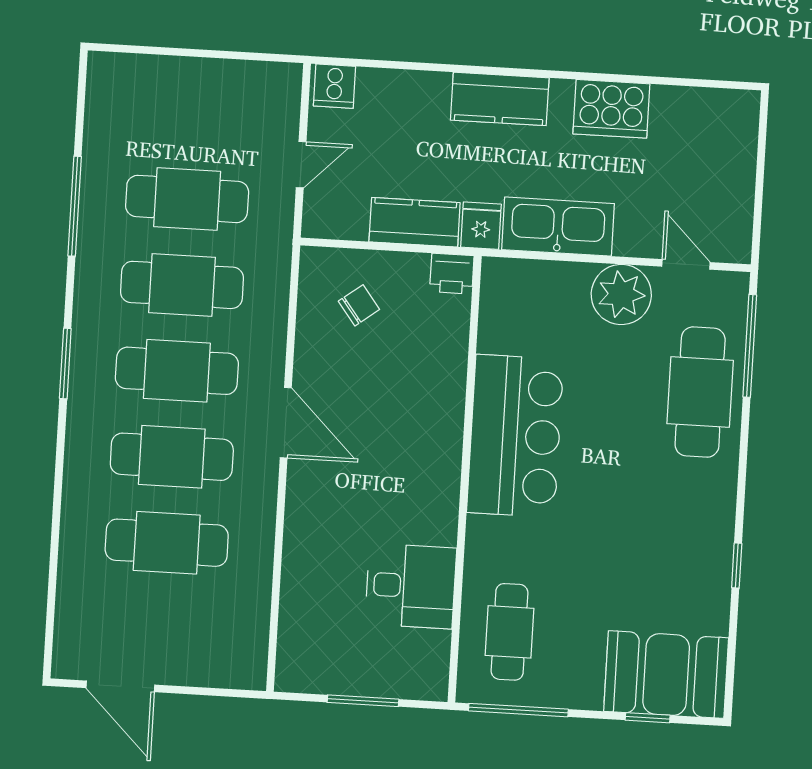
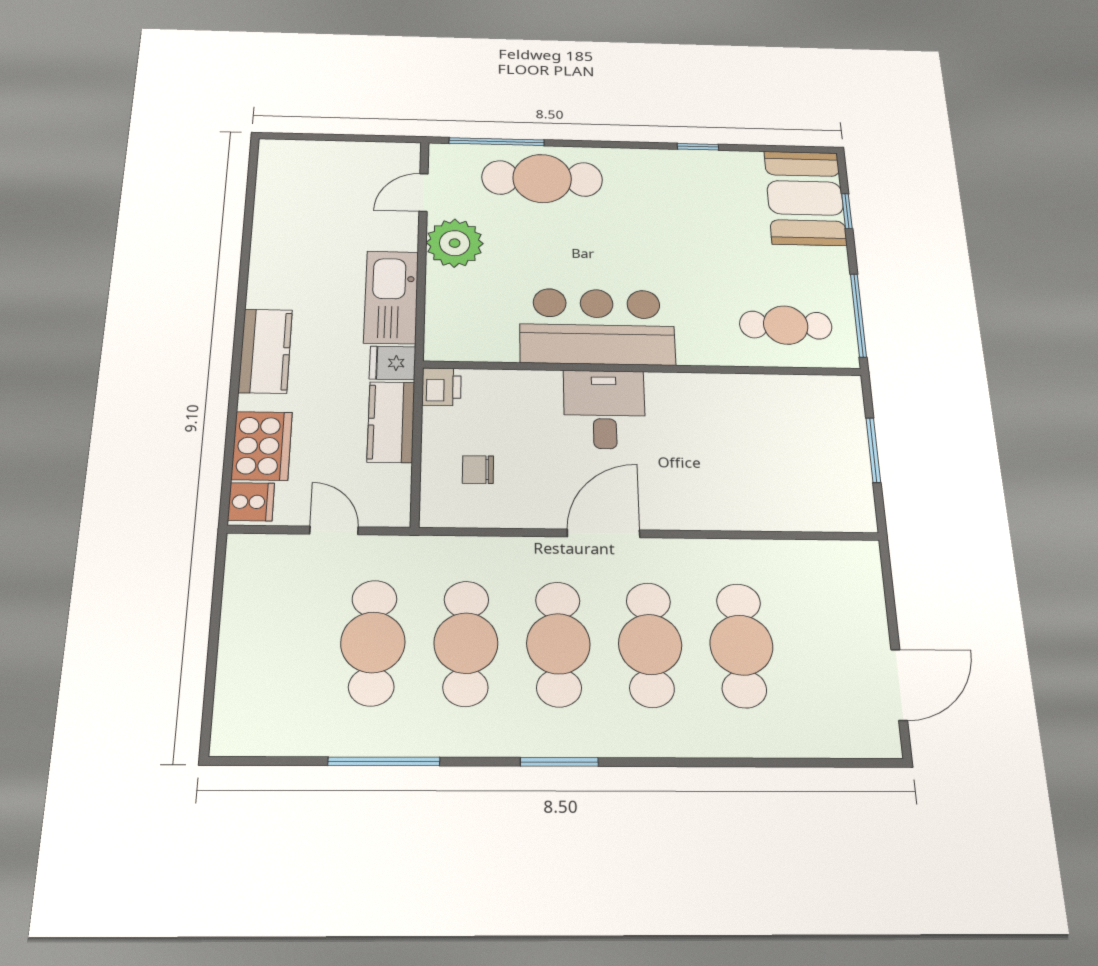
cooker: (611, 109) -> (262, 446), moved
chair: (359, 305) -> (478, 470), turned -53
desk: (411, 586) -> (604, 409), moved

